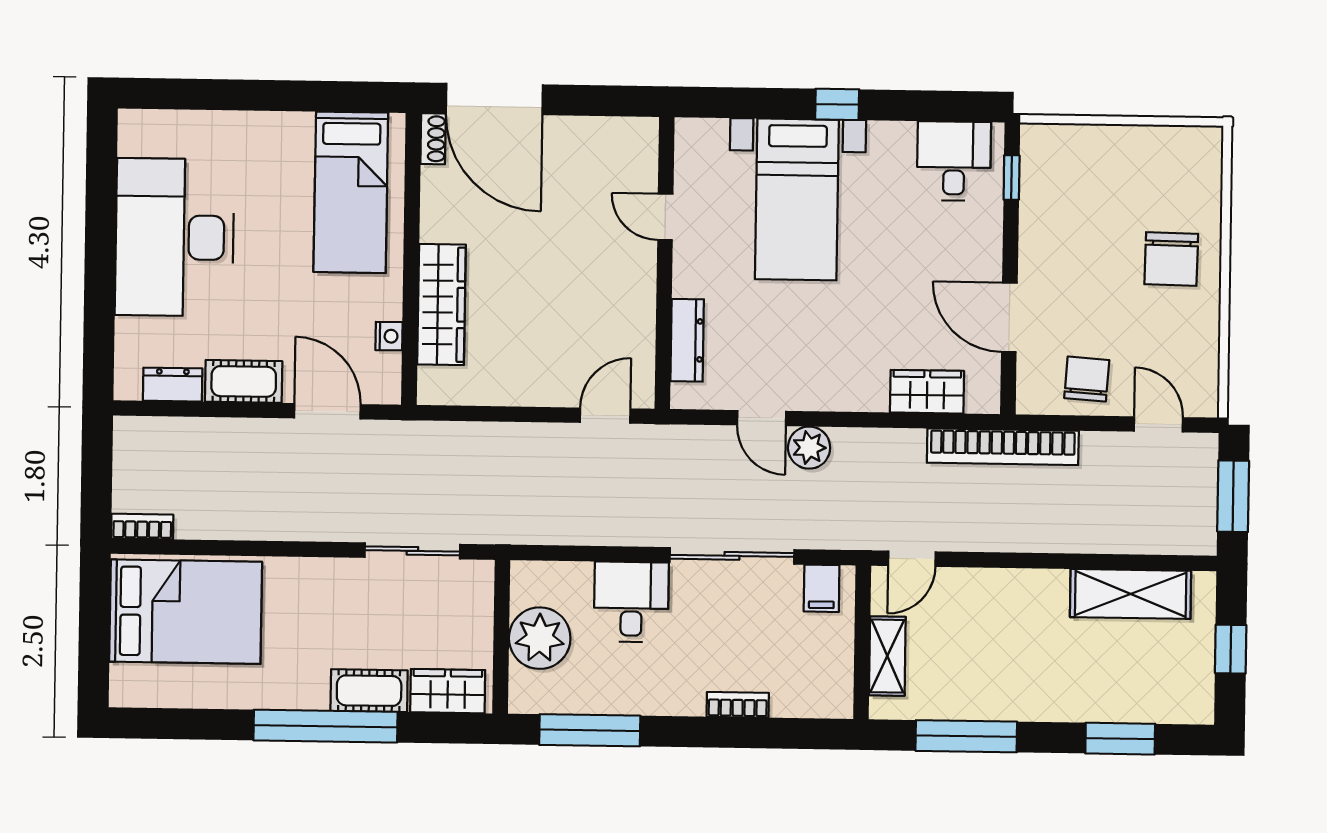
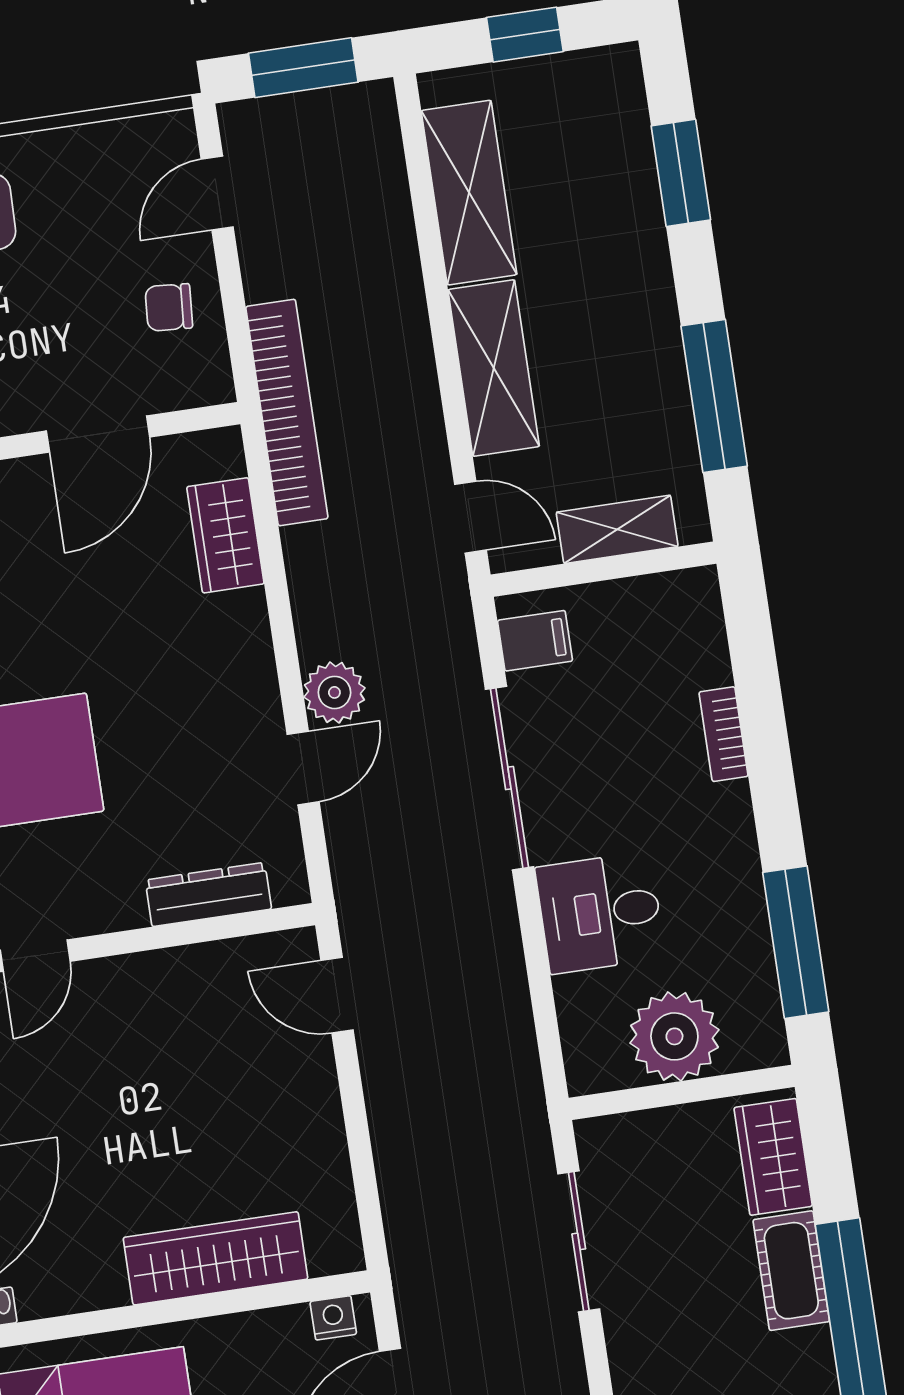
nightstand: (389, 336) -> (333, 1318), moved
chair: (1087, 379) -> (169, 307), width x0.73, depth x0.73
shelving: (1010, 591) -> (494, 368), added

